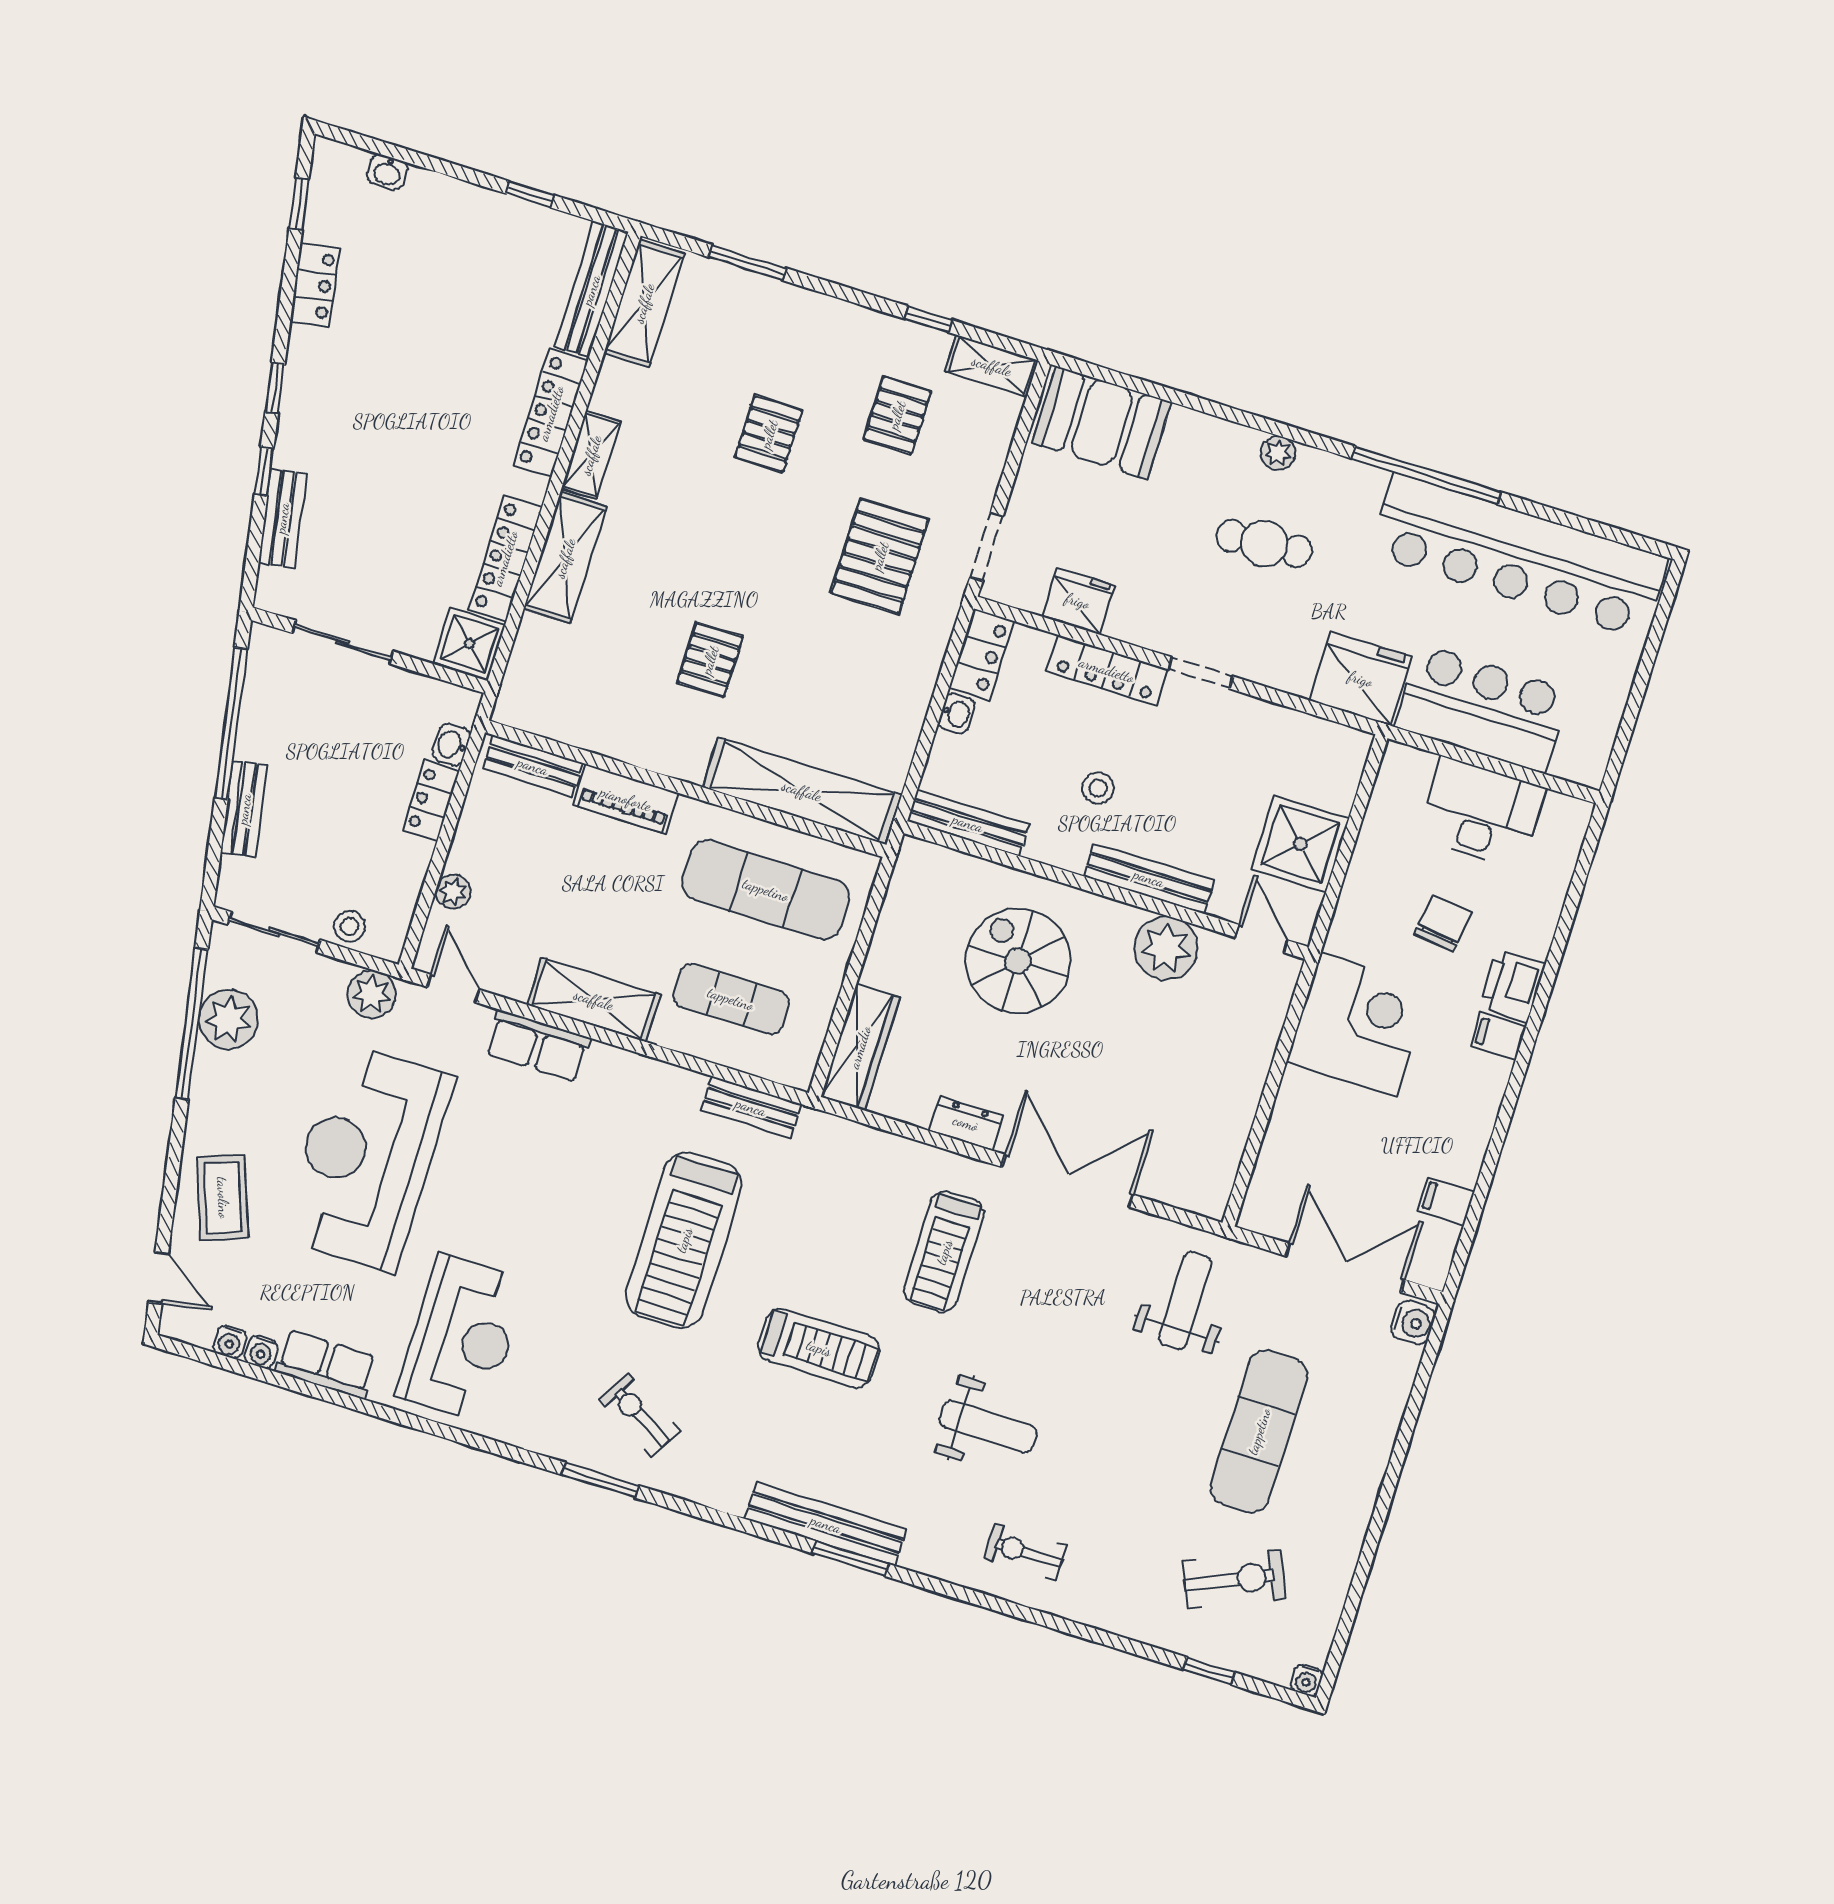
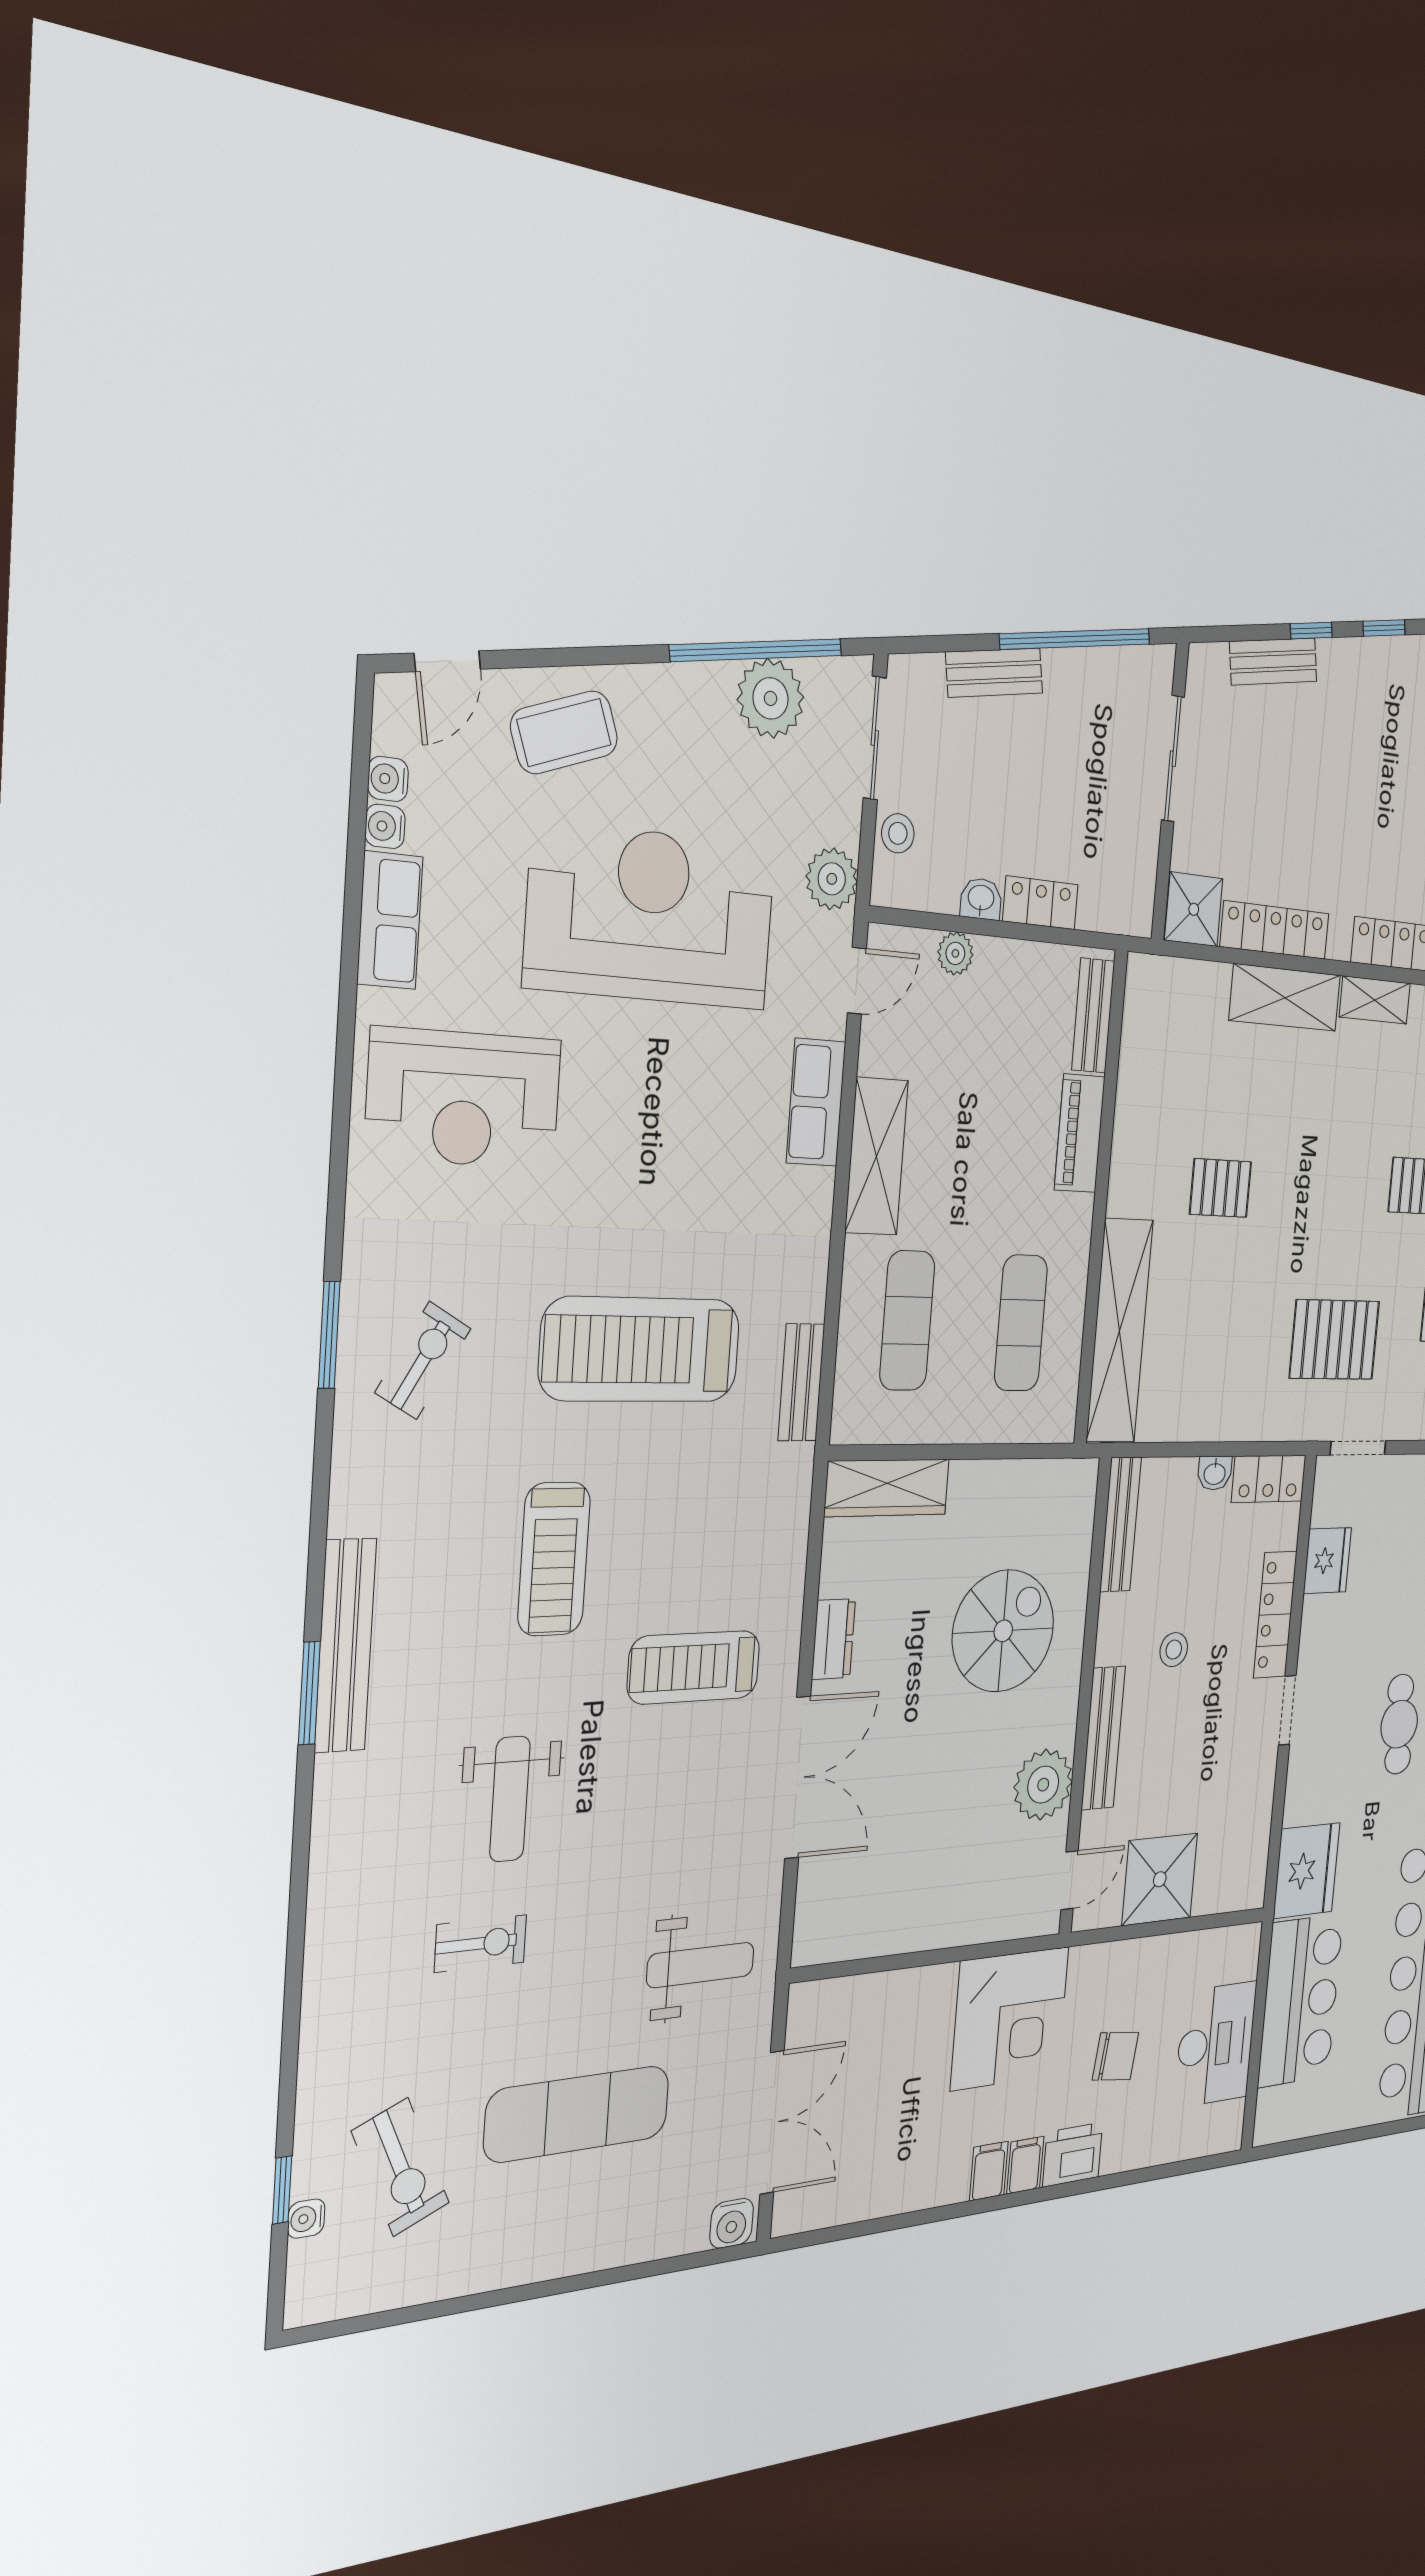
washbasin: (451, 745) -> (981, 899), moved
exercise mat: (766, 890) -> (1021, 1323), width x0.73, depth x0.69
filing cabinet: (1446, 1201) -> (989, 2171), moved
exercise bike: (1025, 1552) -> (481, 1944), moved, turned 90
water cooler: (1307, 1680) -> (306, 2219), moved

